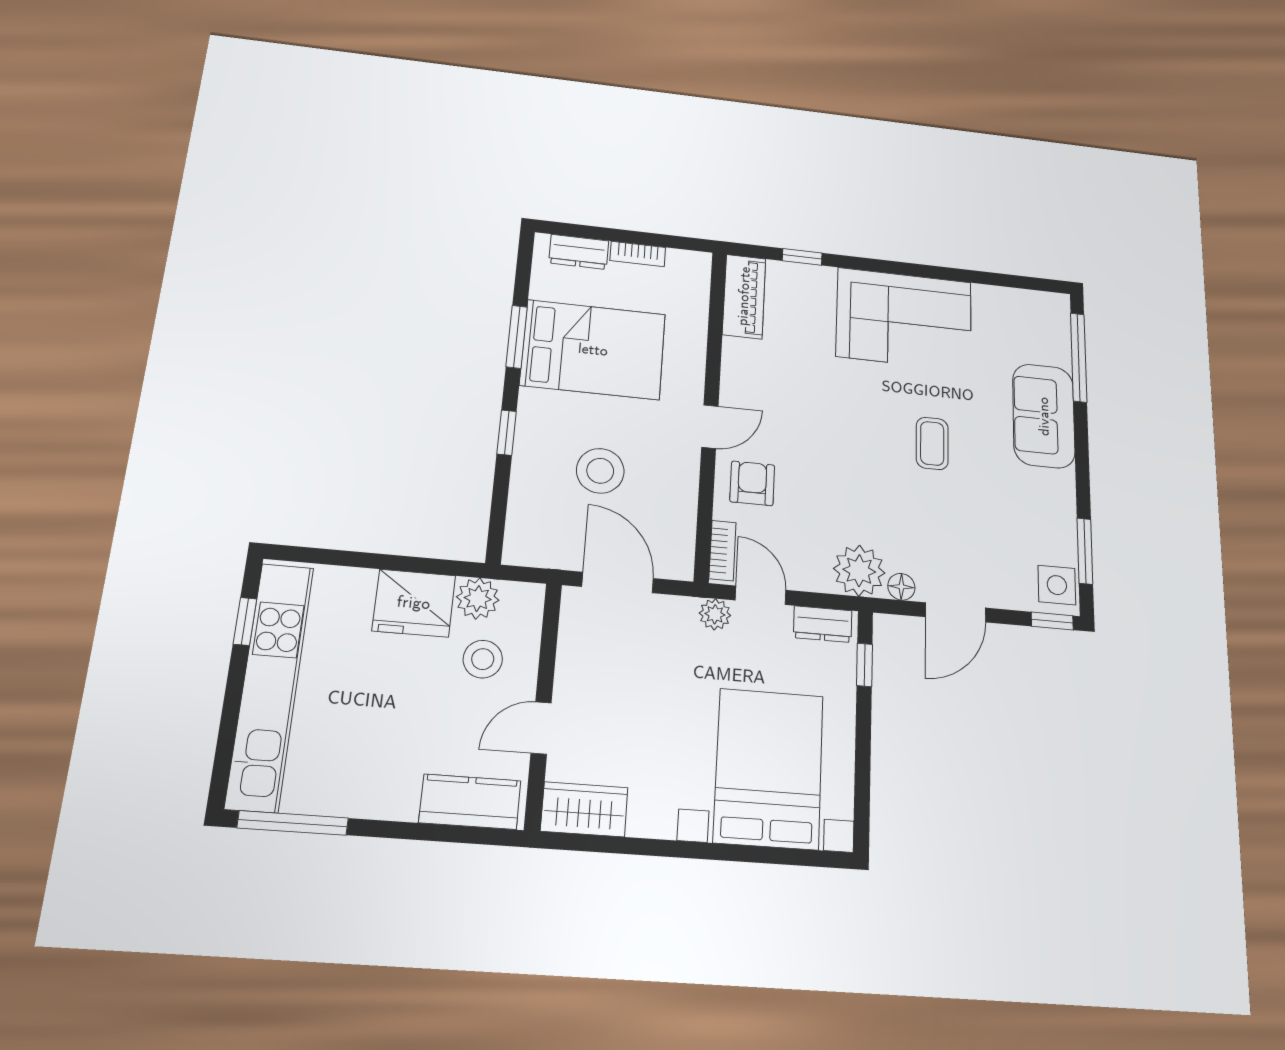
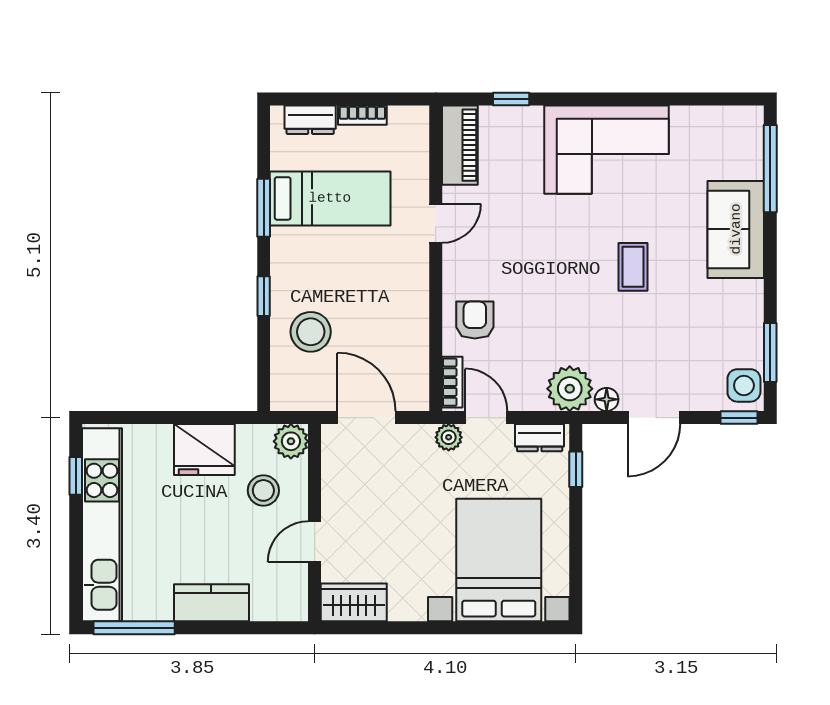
bed: (593, 350) -> (330, 198), width x0.67
door: (710, 427) -> (436, 223), moved
stool: (600, 471) -> (311, 332), moved
plant: (478, 599) -> (291, 441), moved
kitchen counter: (470, 802) -> (211, 603), moved

